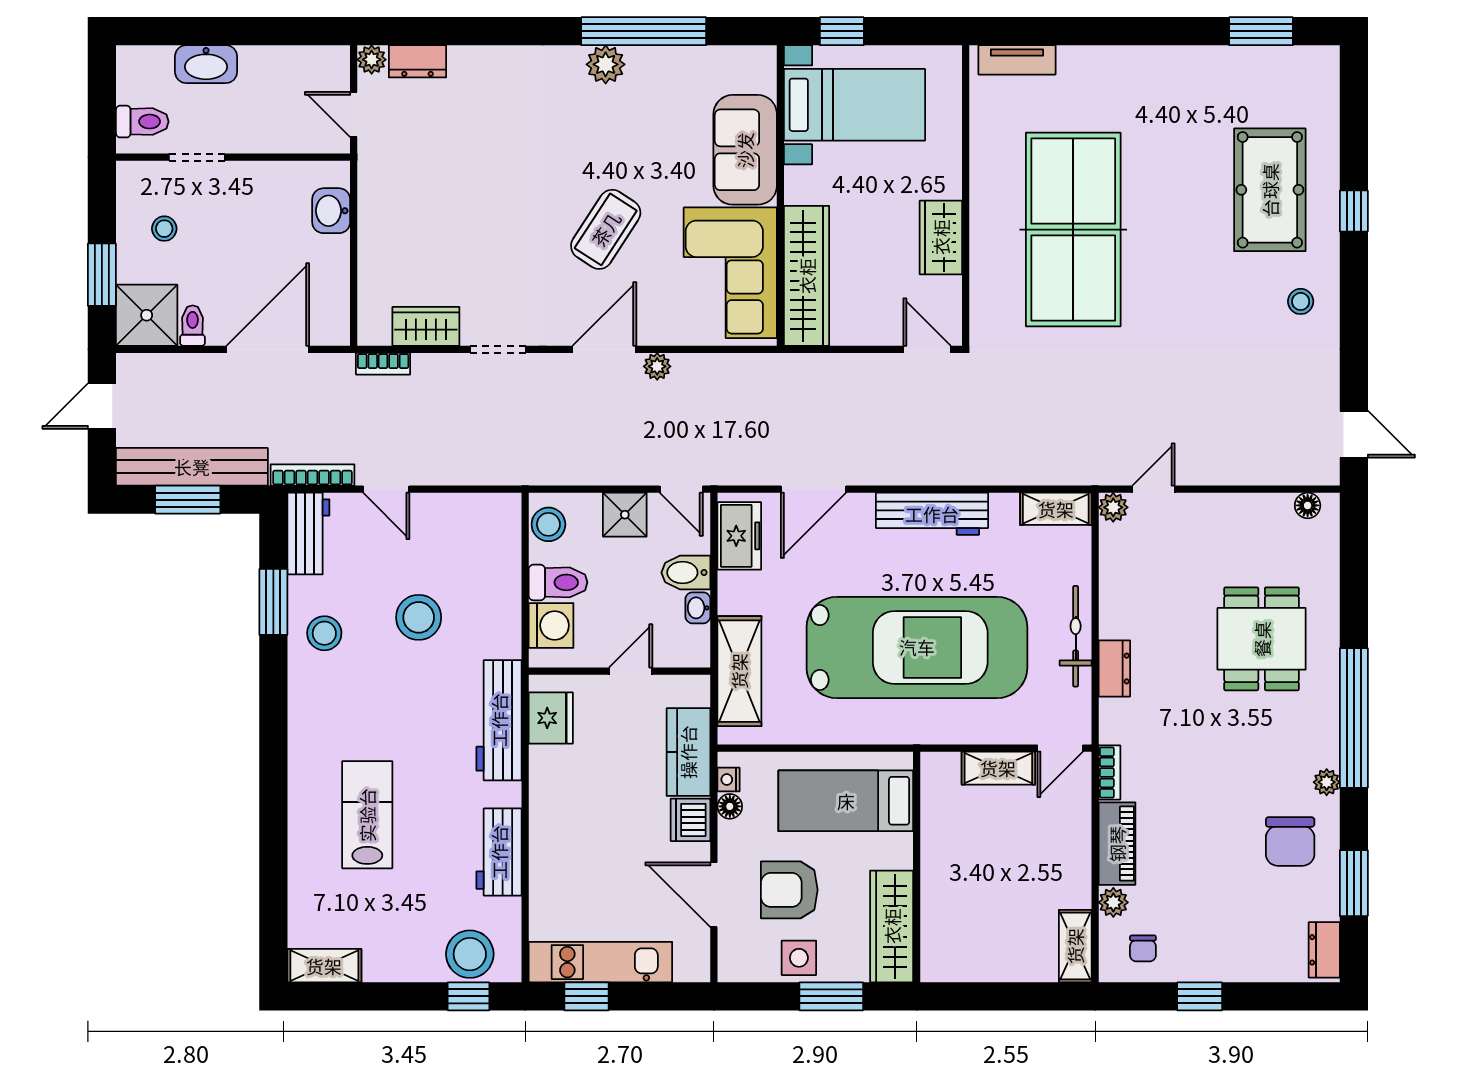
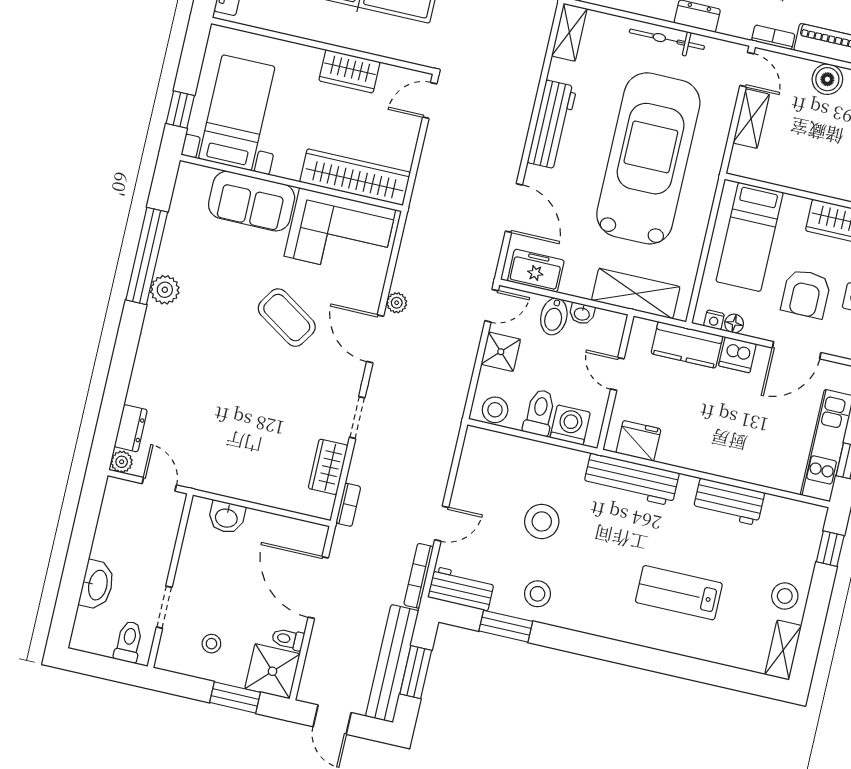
door: (354, 115) -> (159, 484), swing flipped
boiler: (1071, 854) -> (827, 79), added
stool: (470, 954) -> (785, 596), moved, width x0.73, depth x0.73

